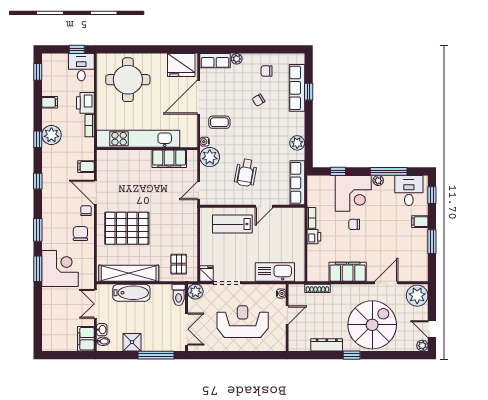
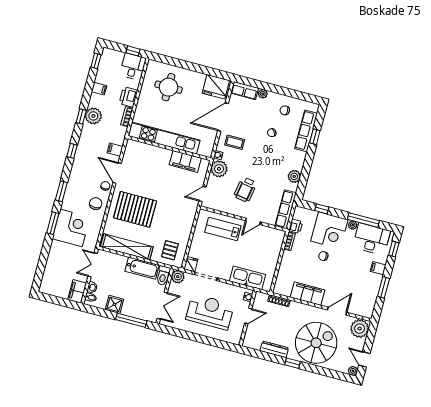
round table: (128, 80) -> (169, 87), width x0.73, depth x0.73
desk: (409, 191) -> (371, 239), width x1.37
printer: (314, 237) -> (296, 226), moved
bathtub: (131, 293) -> (142, 268), moved

